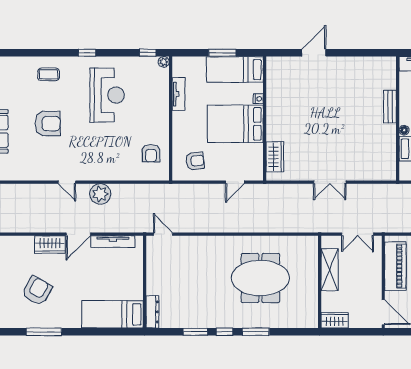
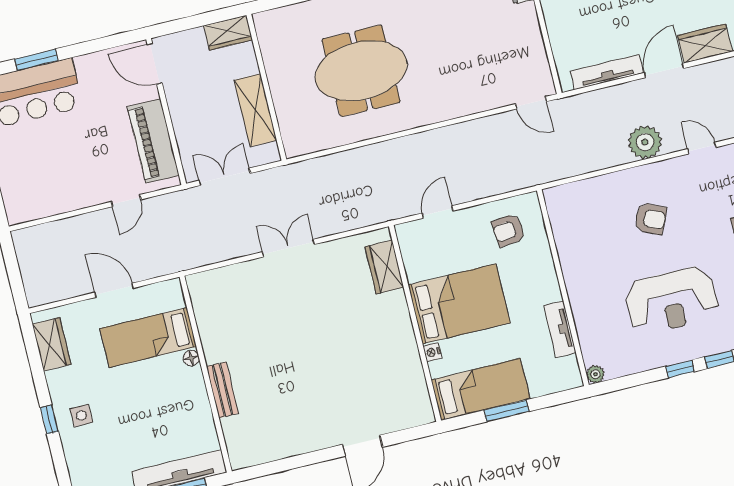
window: (148, 53) -> (680, 369), moved
reception desk: (107, 95) -> (672, 300), turned -90
armchair: (151, 153) -> (651, 219), moved, turned 114

